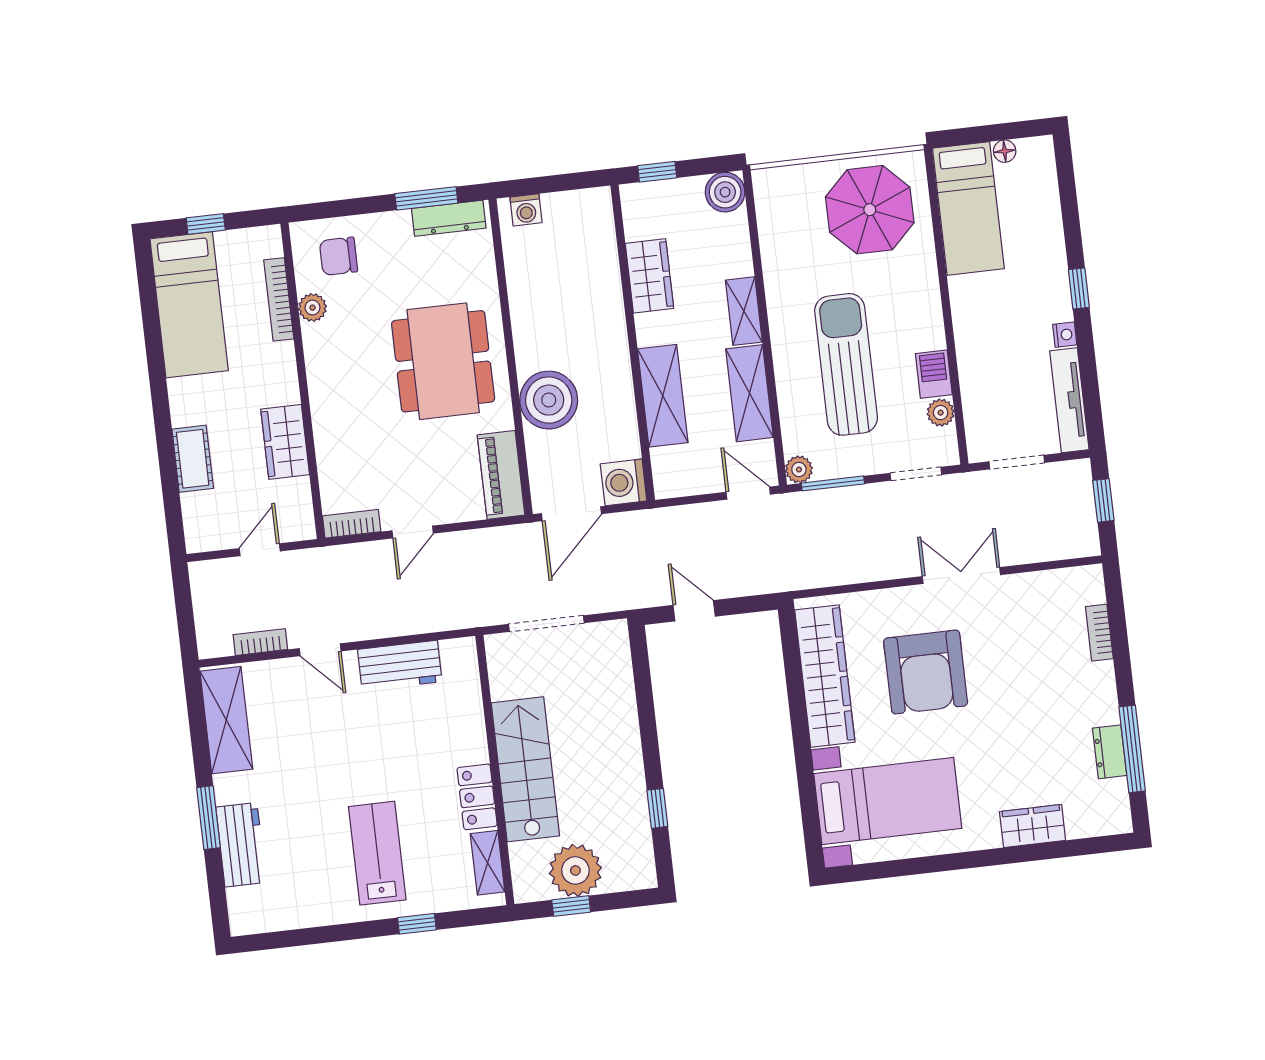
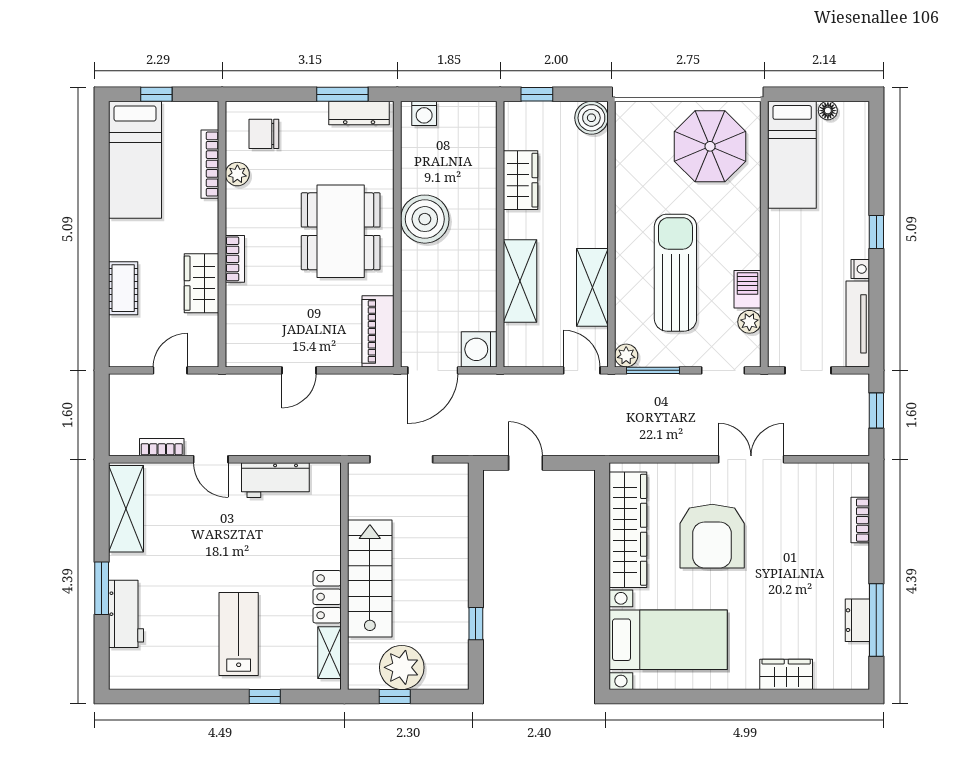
shelving: (744, 311) -> (596, 219), removed
boiler: (549, 400) -> (425, 219), moved
bookcase: (352, 524) -> (235, 259), moved, turned 90

